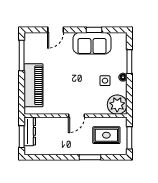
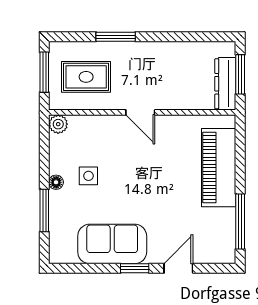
window: (94, 30) -> (135, 268), moved
plant: (117, 105) -> (58, 124), width x0.53, depth x0.53
door: (76, 116) -> (140, 112), swing flipped

